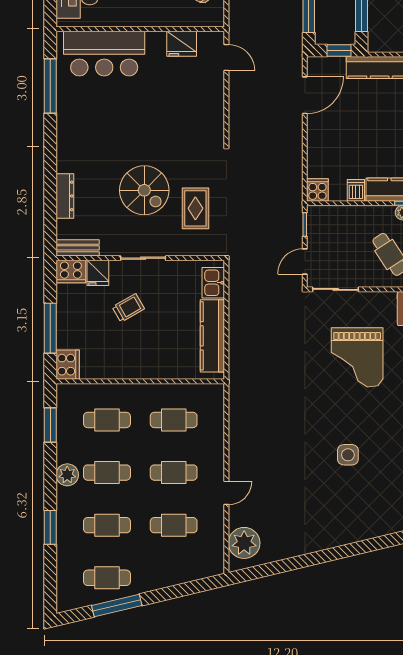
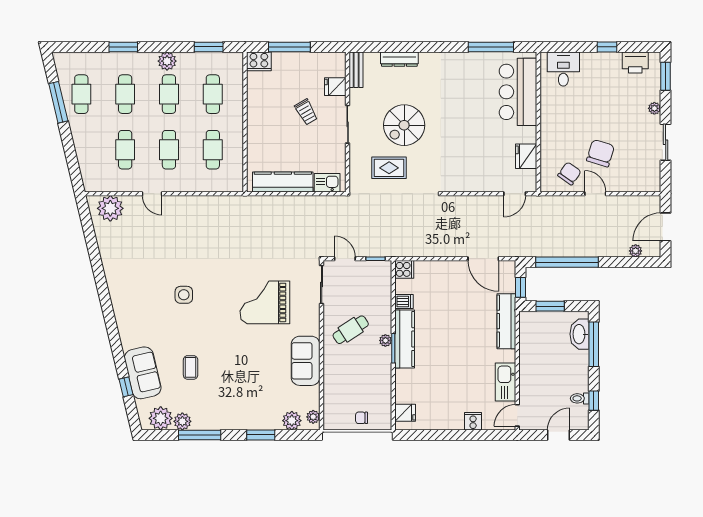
cooker: (71, 271) -> (336, 64), removed

